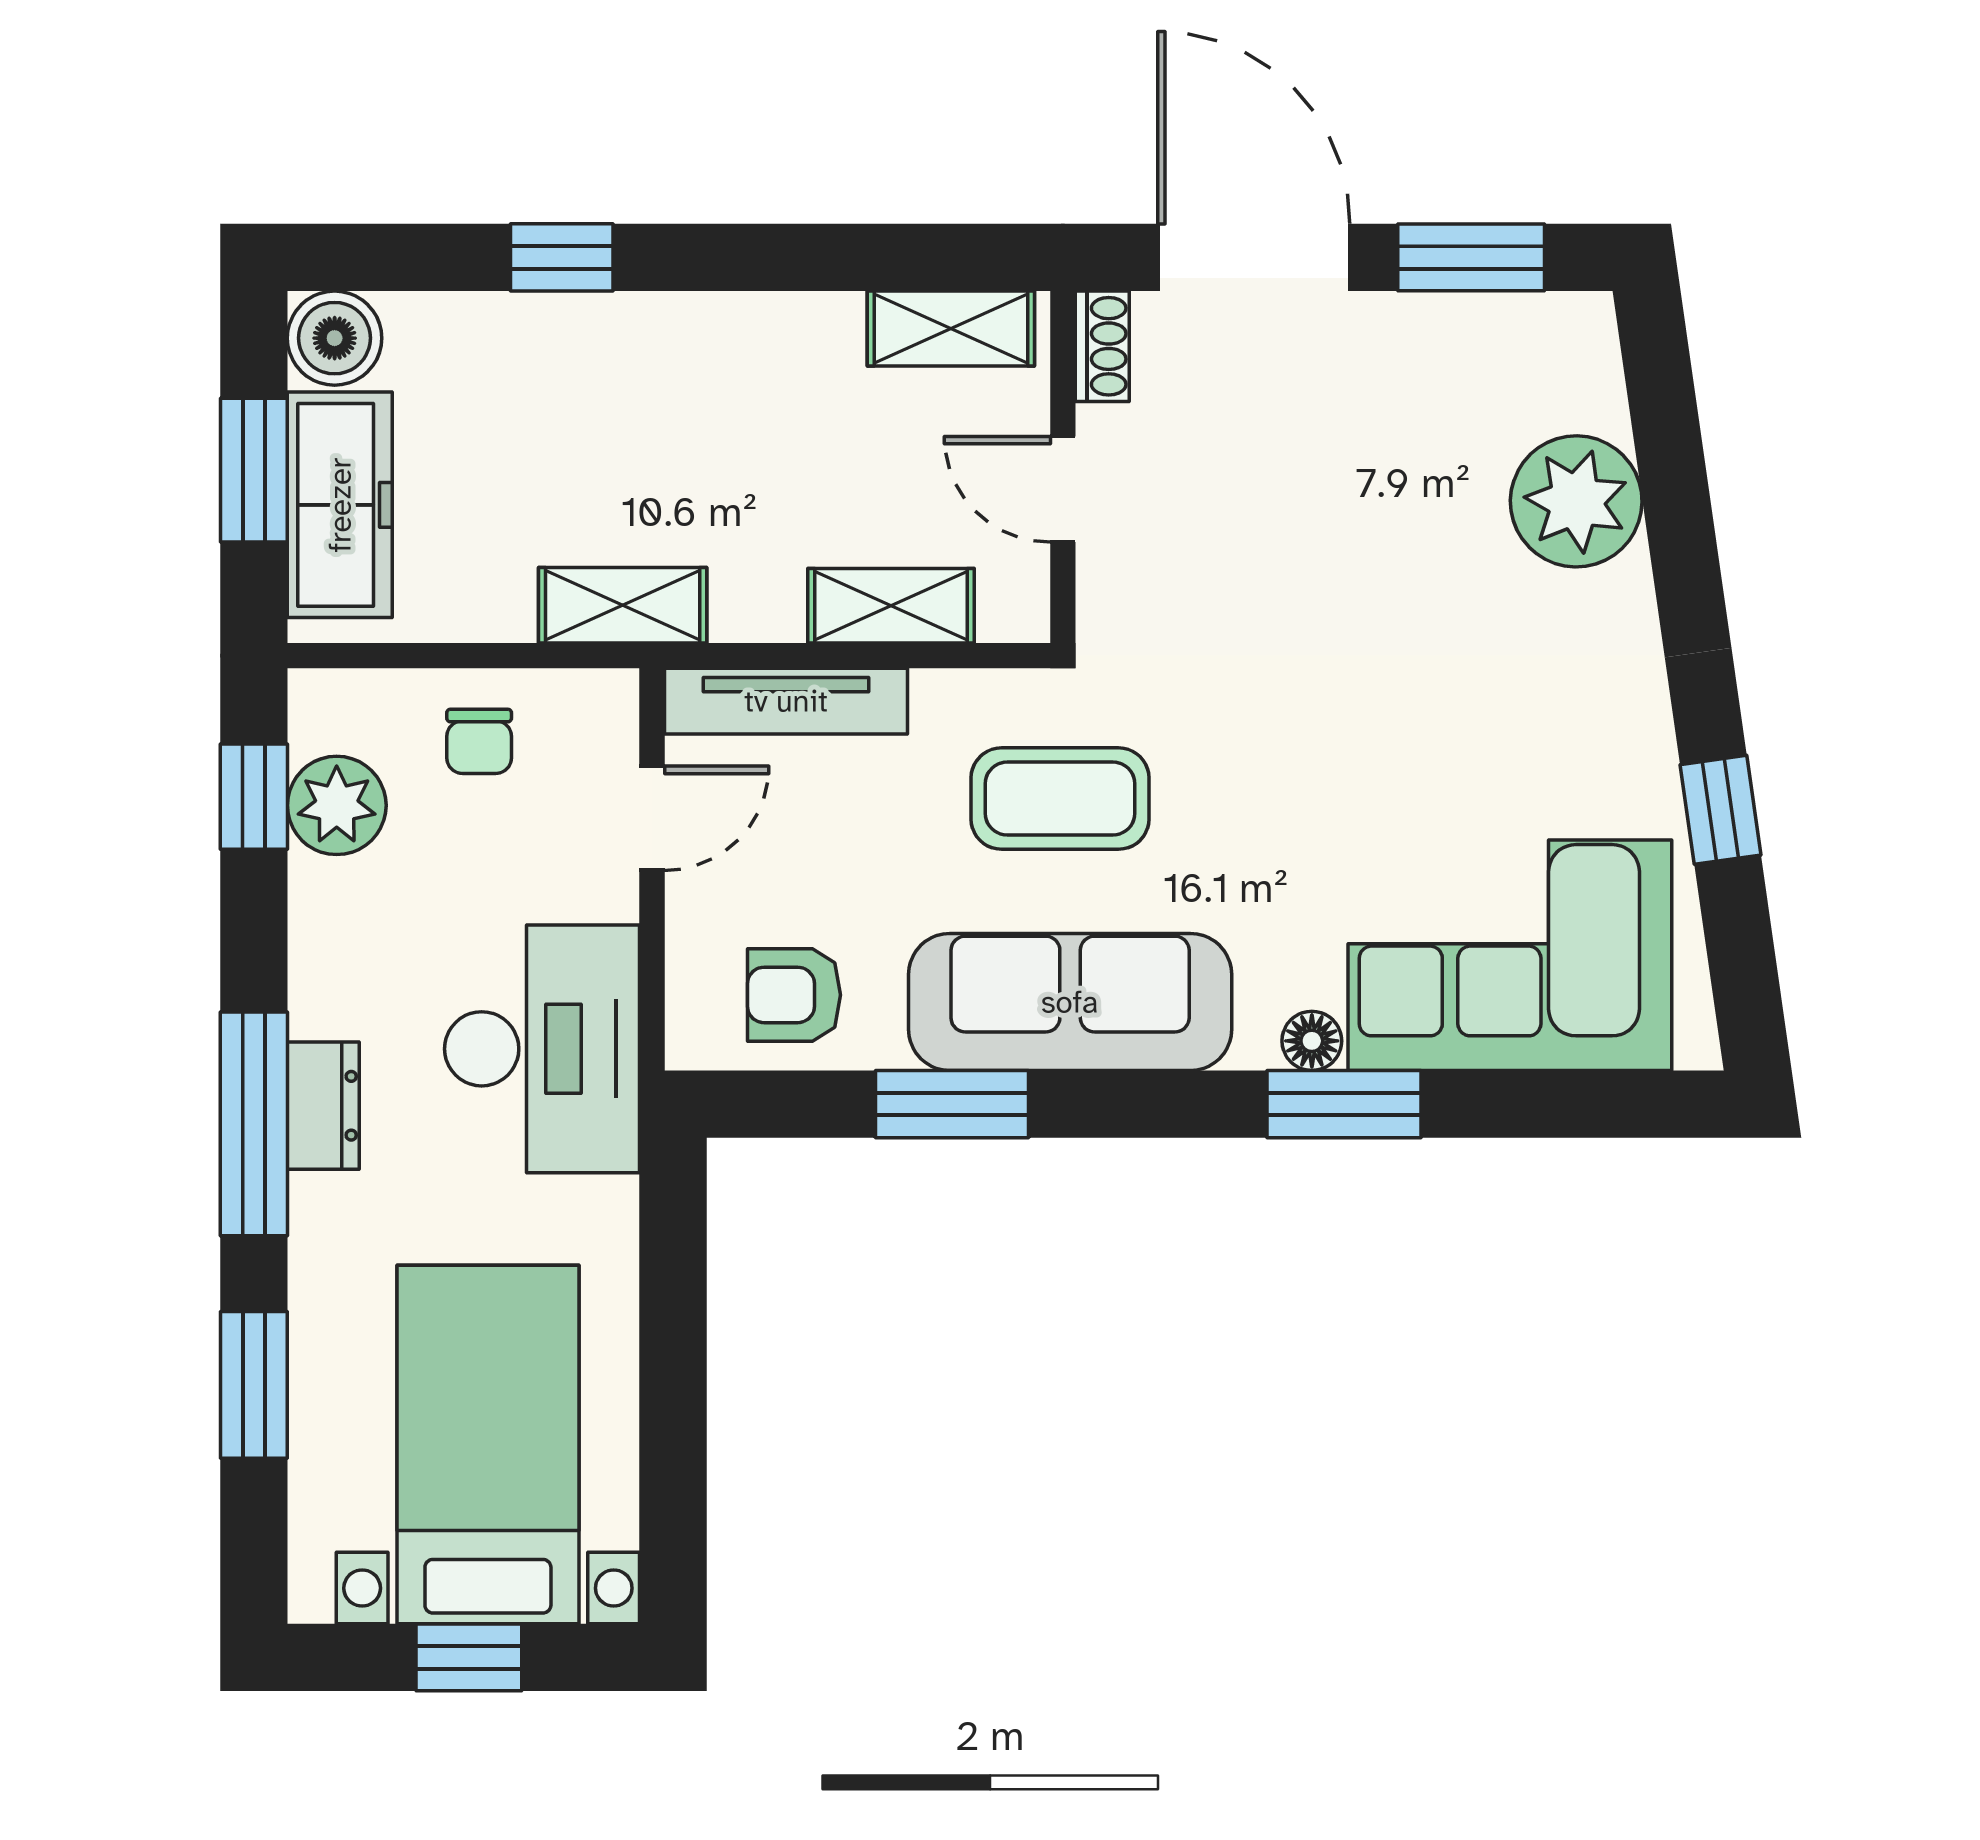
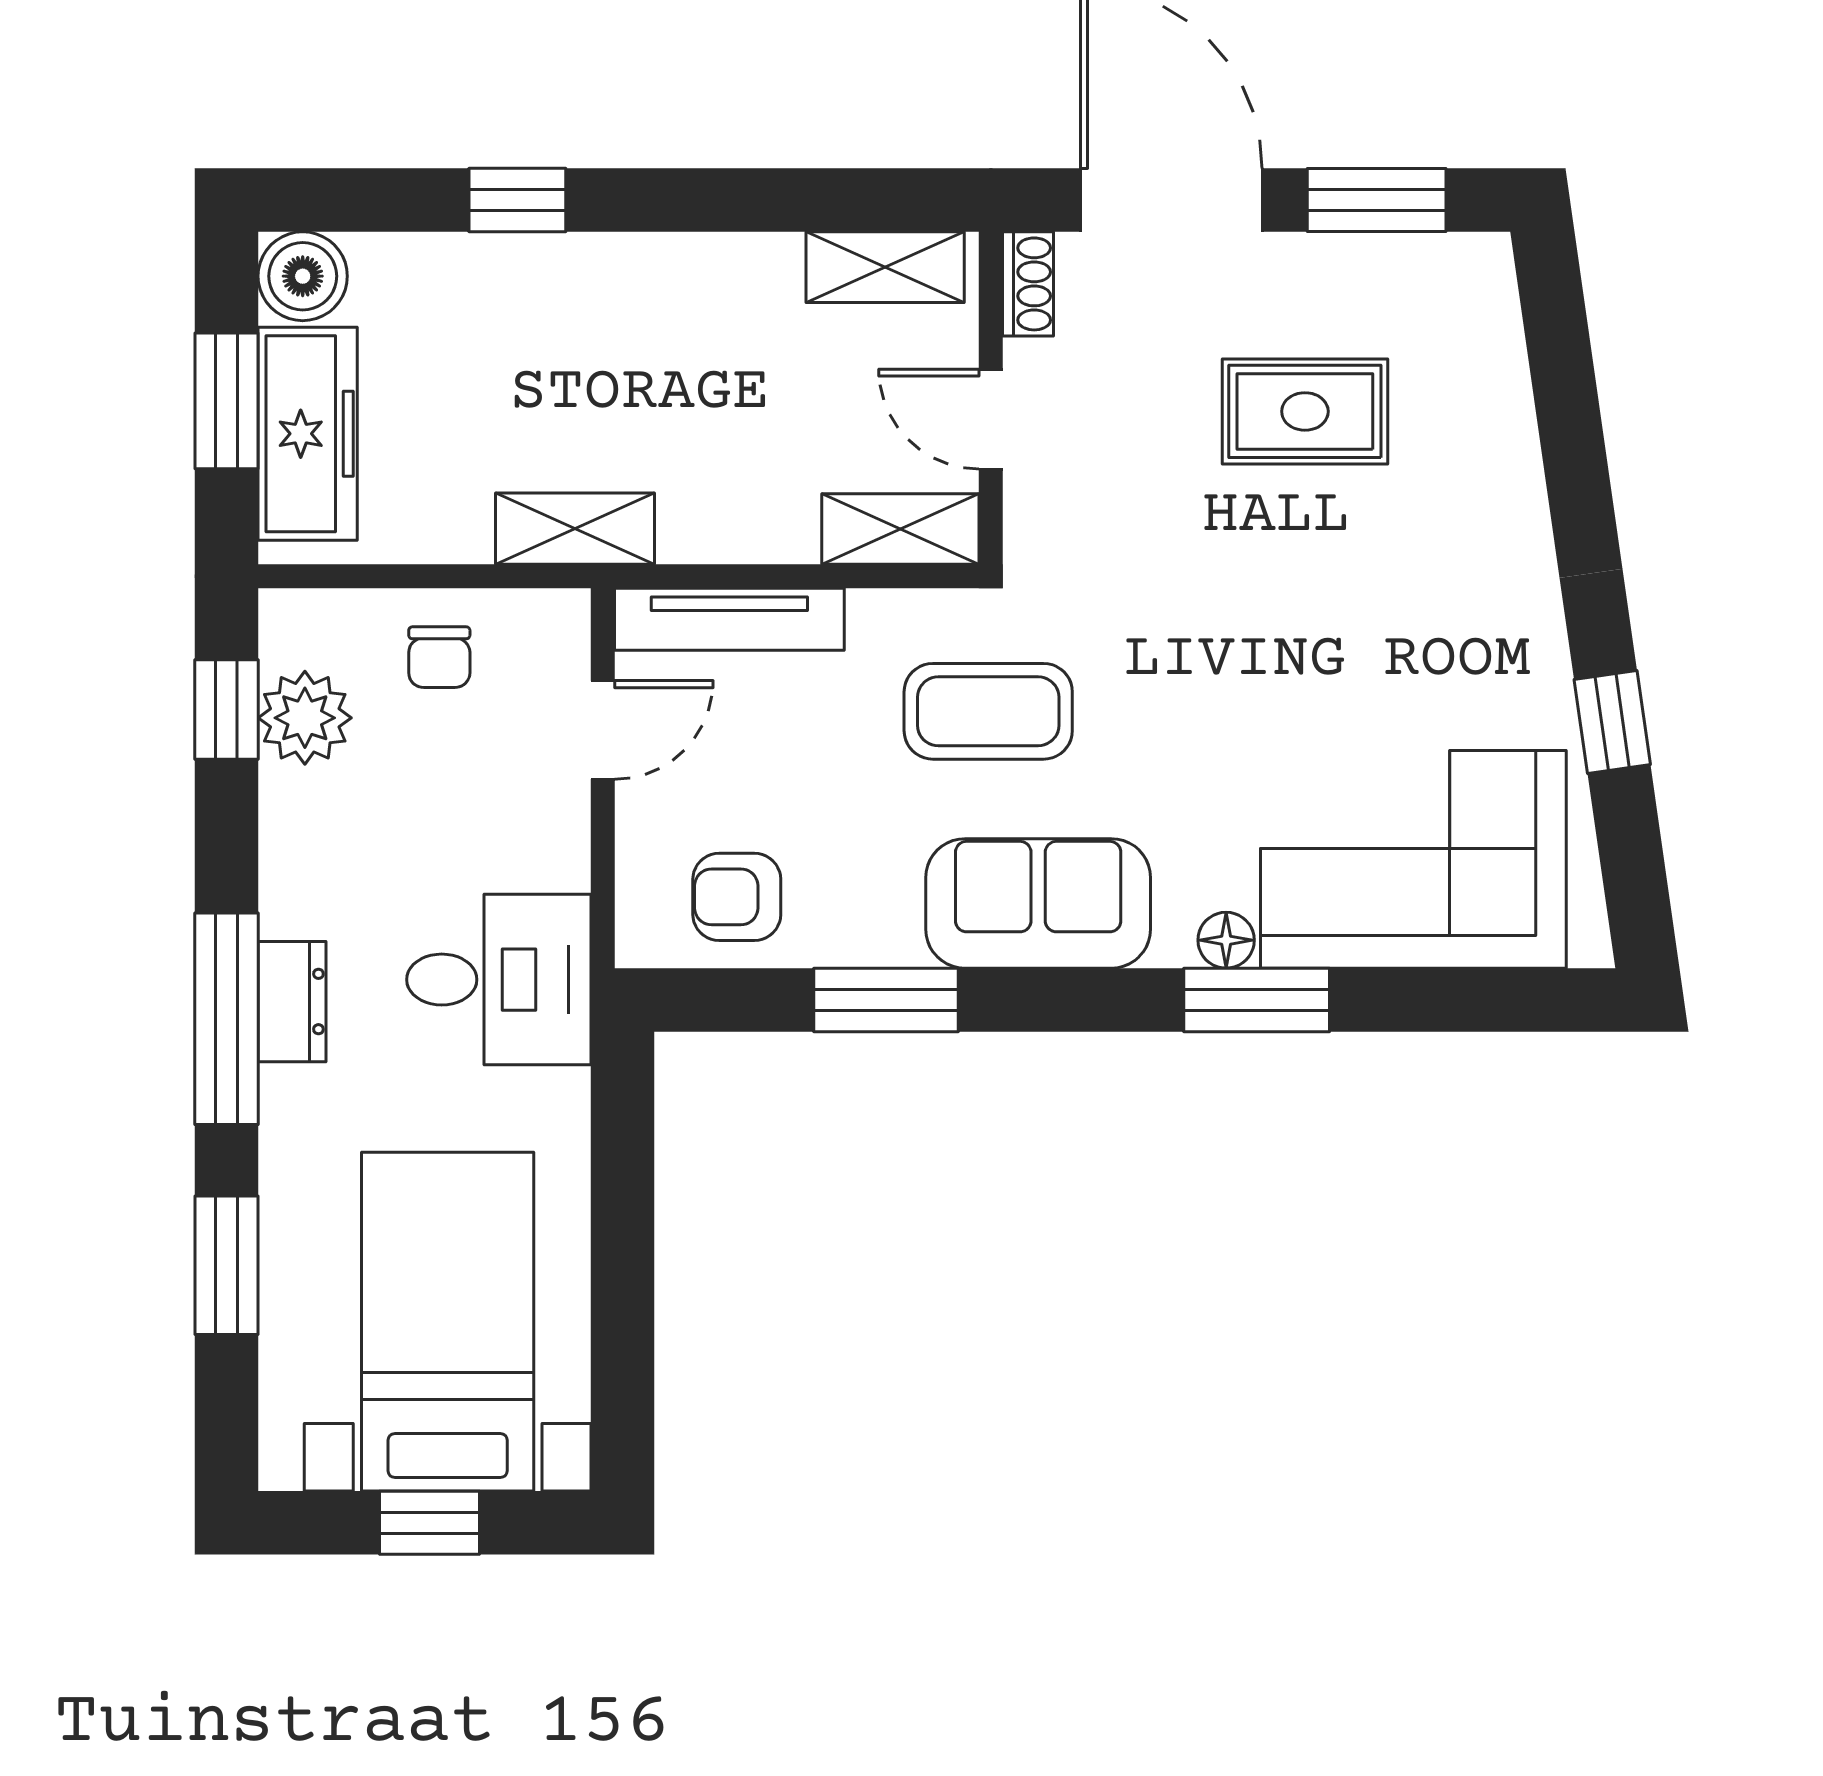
rug: (1395, 481) -> (1305, 411), added
plant: (1576, 501) -> (1476, 430), removed
shelving: (891, 606) -> (900, 529), moved
sofa: (1070, 1002) -> (1038, 903), width x0.73
desk: (542, 1049) -> (499, 980), width x0.73

